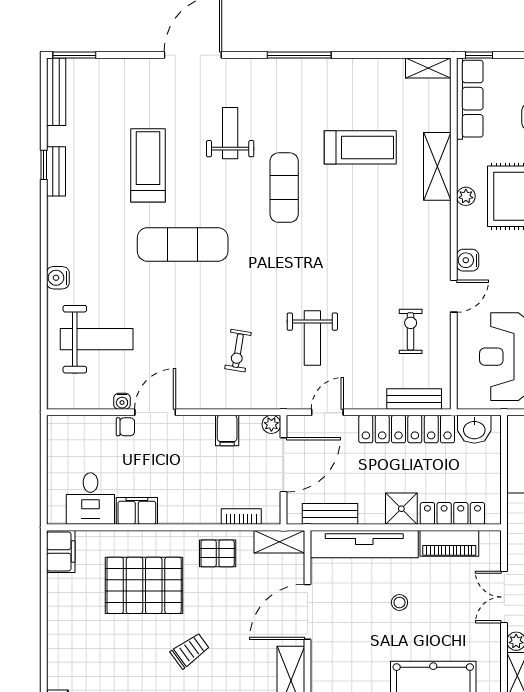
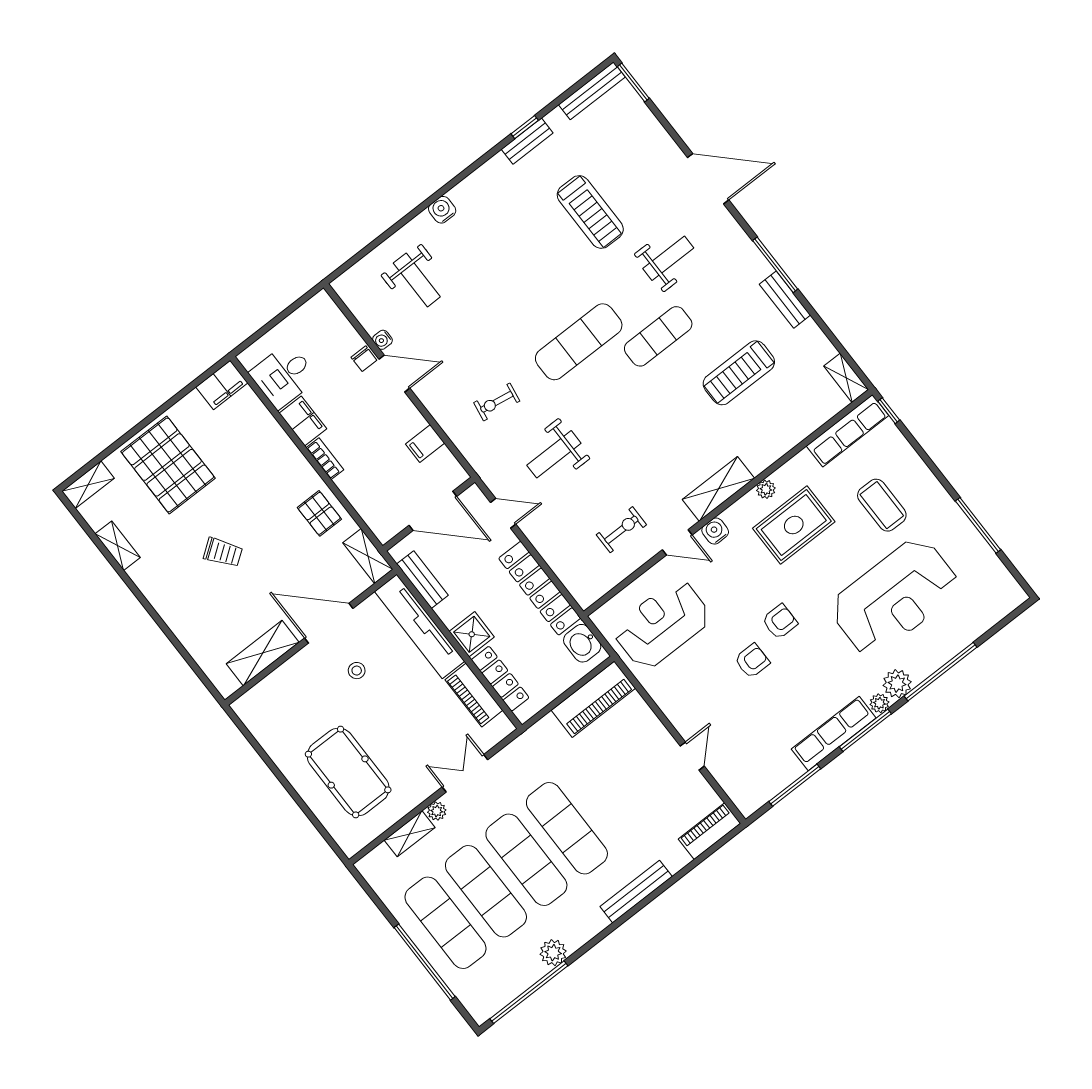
treadmill: (360, 147) -> (739, 373), turned 90
treadmill: (148, 165) -> (590, 212), turned 90
shelving: (437, 166) -> (718, 489), moved
exercise mat: (183, 244) -> (579, 342), moved, turned 90
weight bench: (97, 339) -> (417, 280), width x0.73, depth x0.75
bench: (414, 399) -> (785, 300), moved
plant: (271, 424) -> (458, 476), removed
bookcase: (241, 517) -> (325, 459), moved
pallet: (144, 585) -> (168, 465), moved
stool: (399, 602) -> (357, 671), moved

